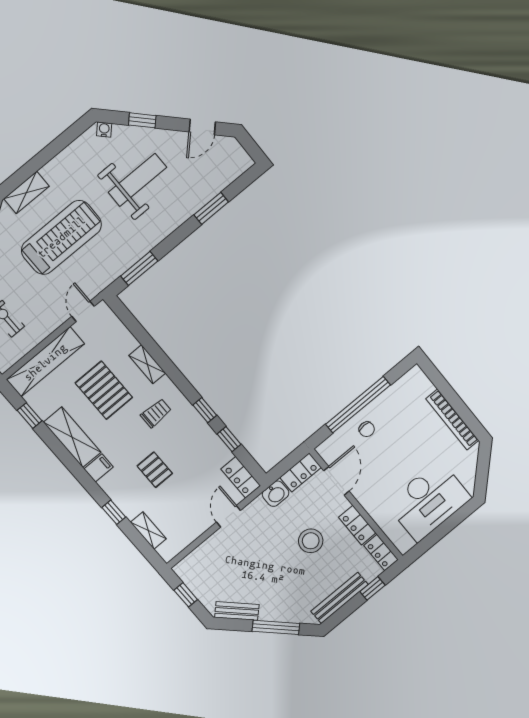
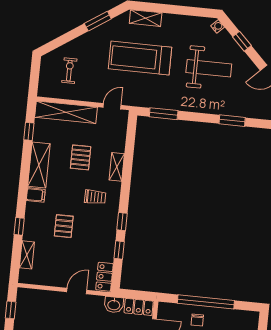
treadmill: (61, 237) -> (140, 58), turned 180
pallet: (104, 390) -> (81, 157), width x0.67, depth x0.71

